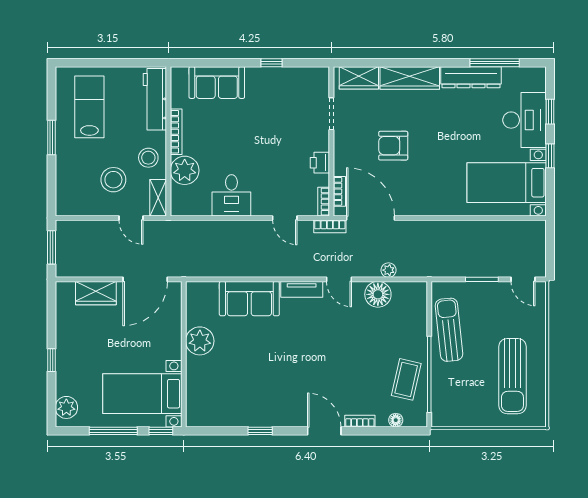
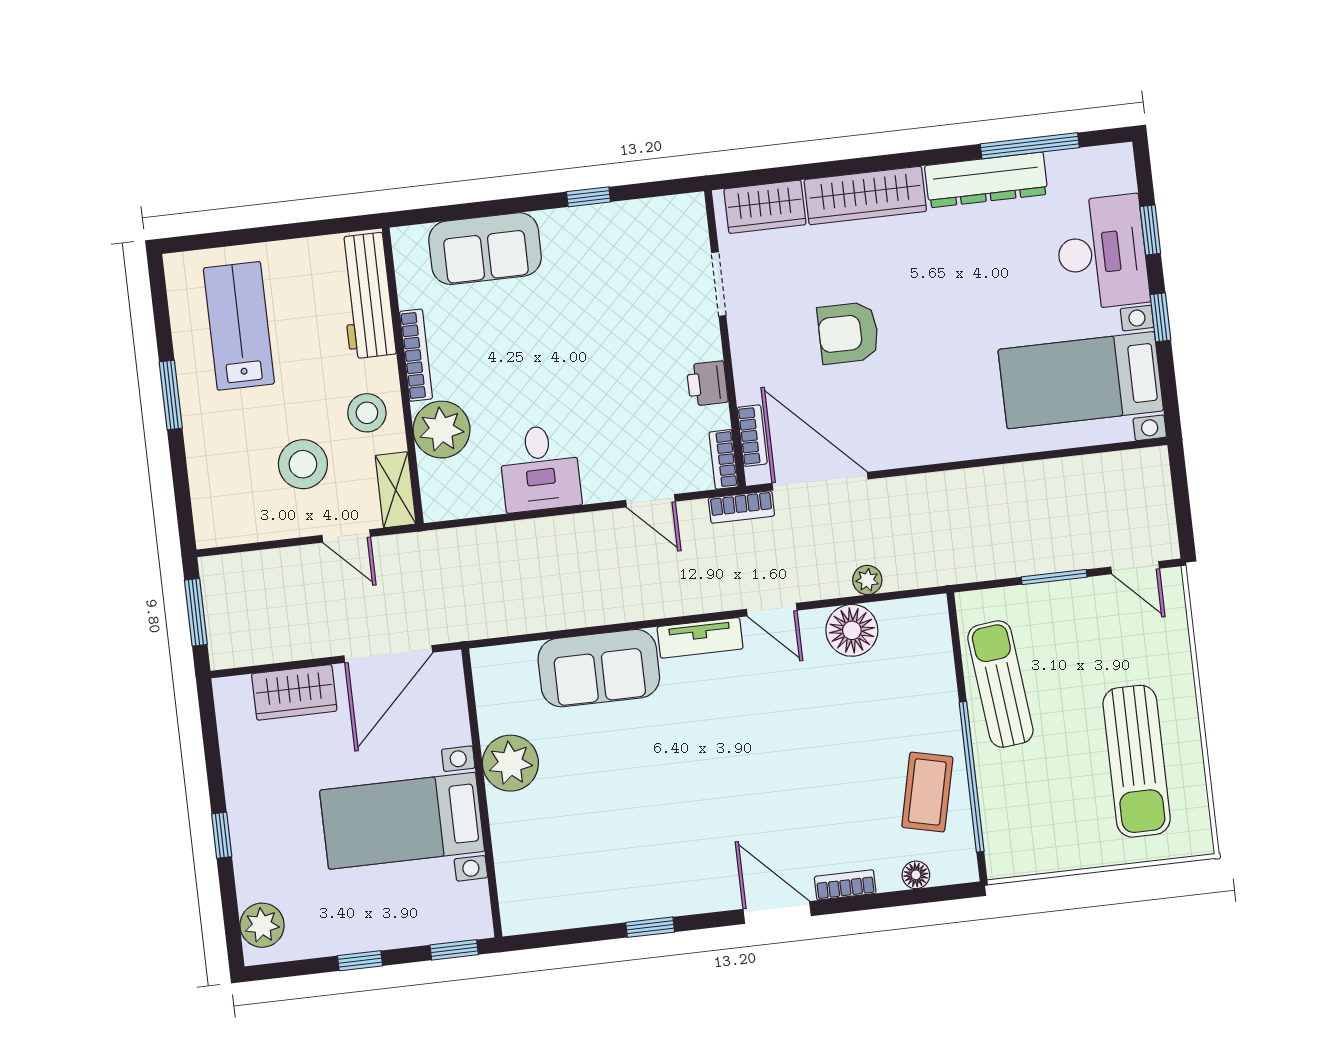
bed with nightstands: (142, 394) -> (402, 821), moved
window: (113, 431) -> (360, 961), width x0.46

